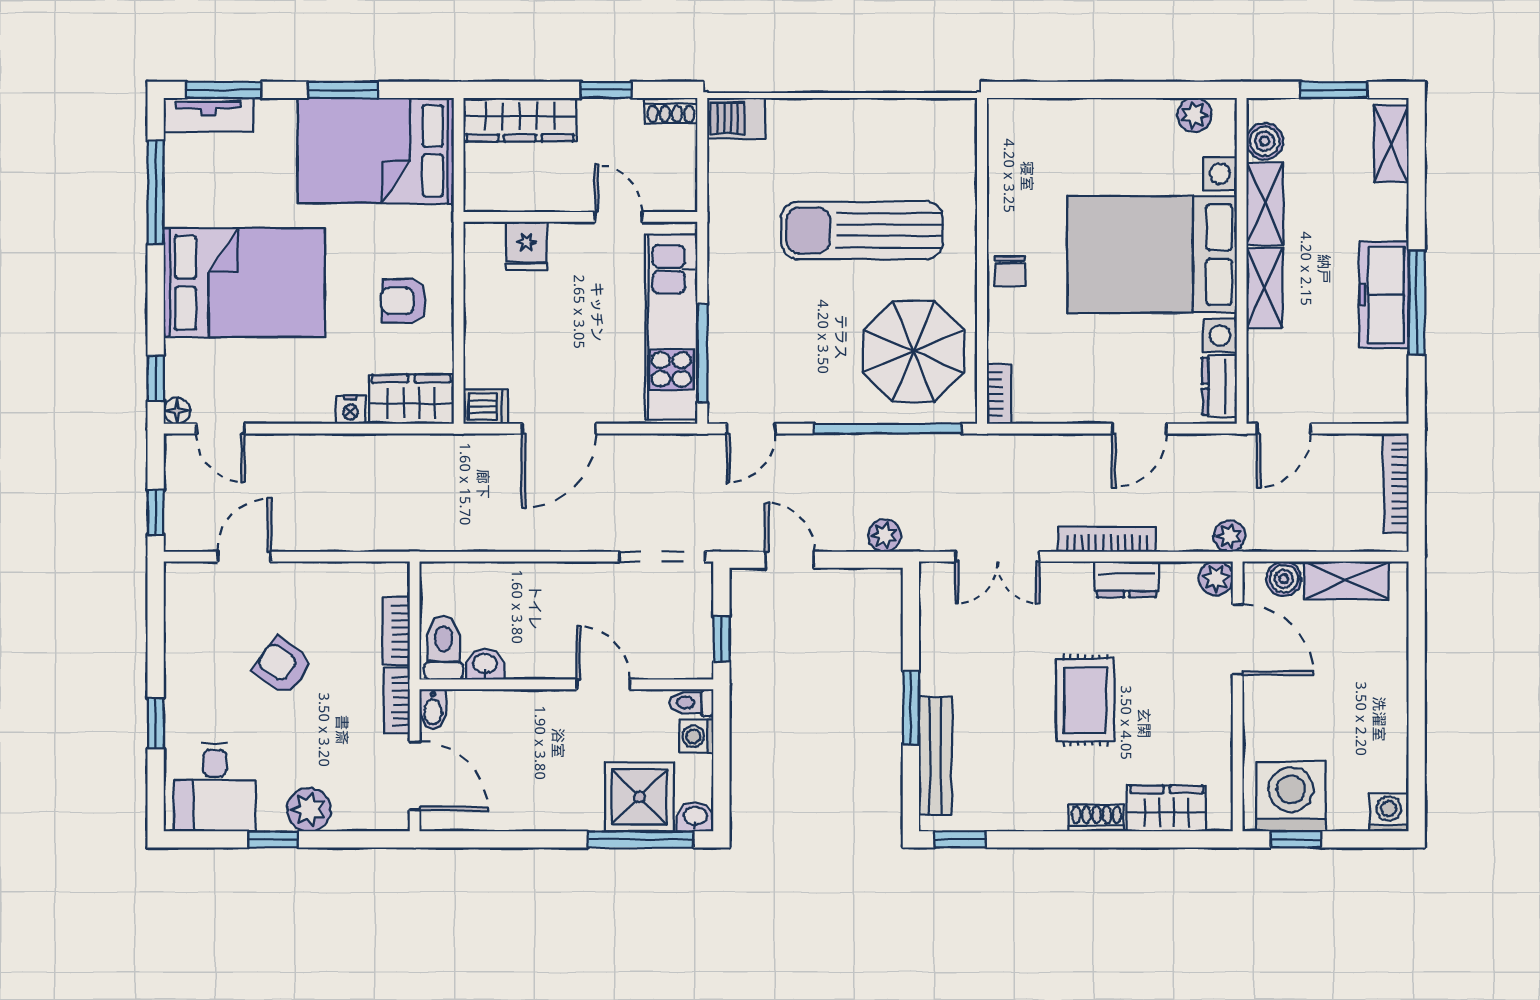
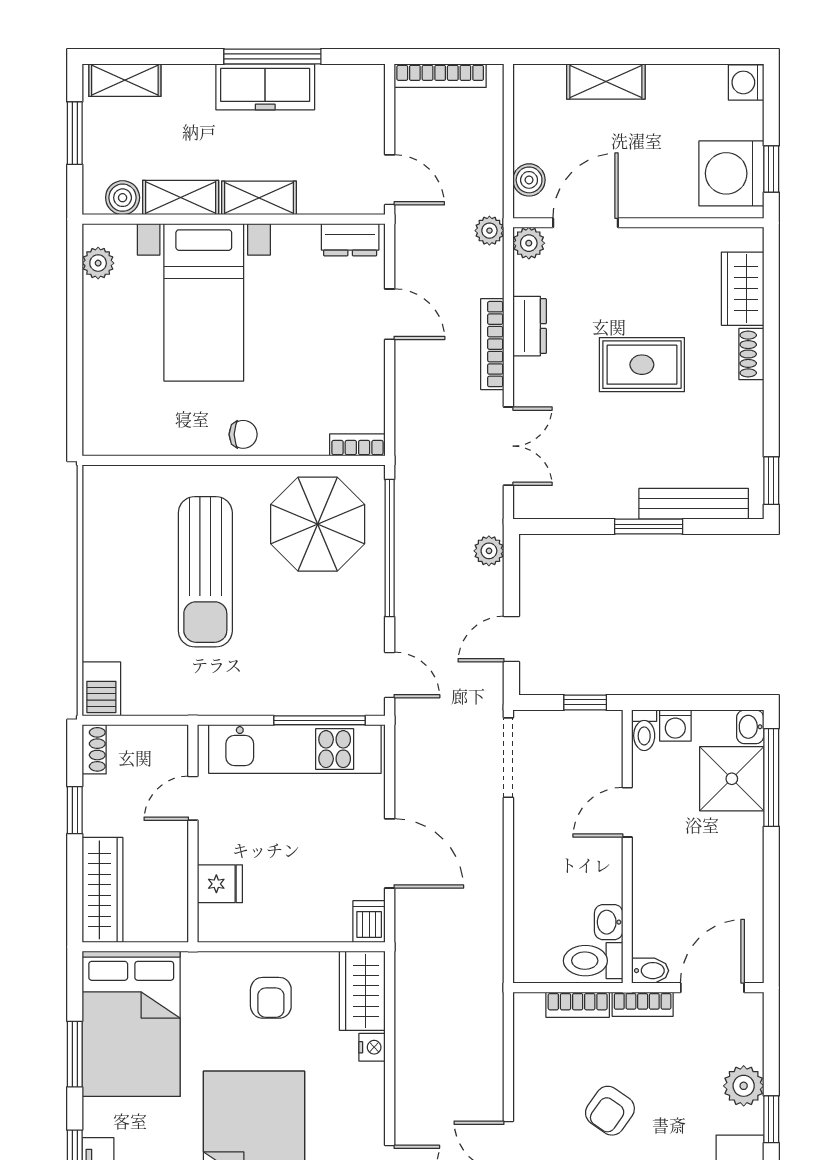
bed with nightstands: (1152, 255) -> (204, 302), width x0.73
shelving: (1347, 580) -> (606, 82), moved, turned 90

